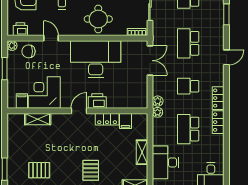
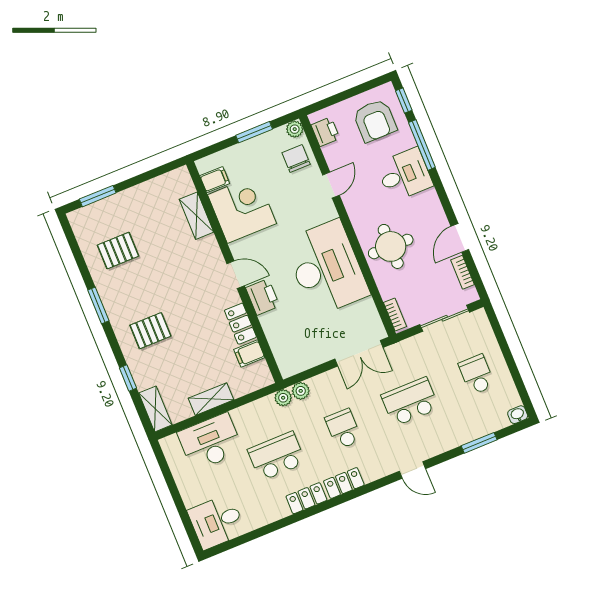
pallet: (39, 170) -> (118, 251), turned 90

